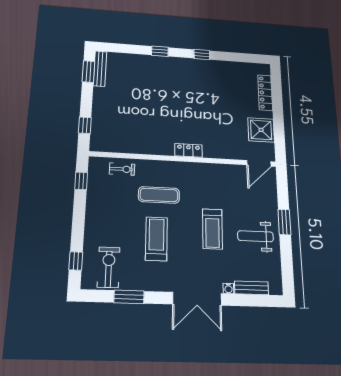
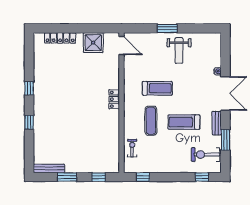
window: (88, 72) -> (67, 177), moved
treadmill: (212, 229) -> (157, 88), moved
bench: (252, 288) -> (217, 123), moved

